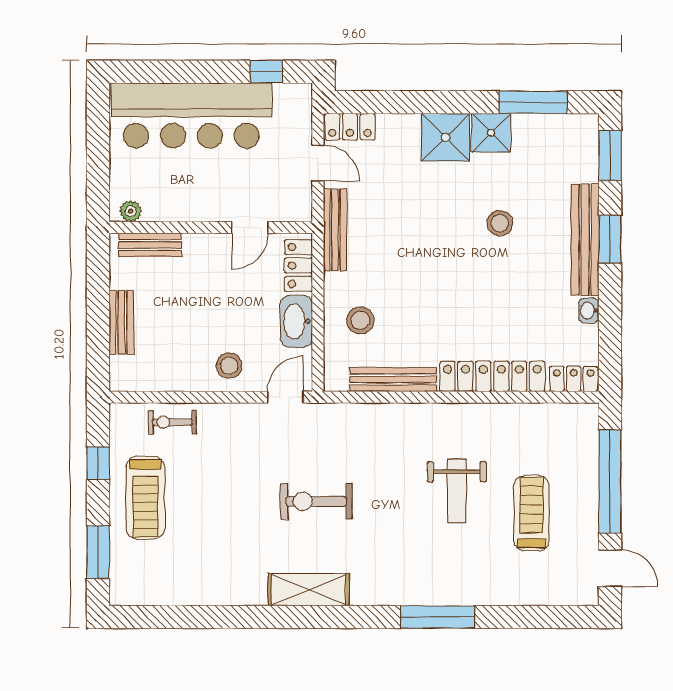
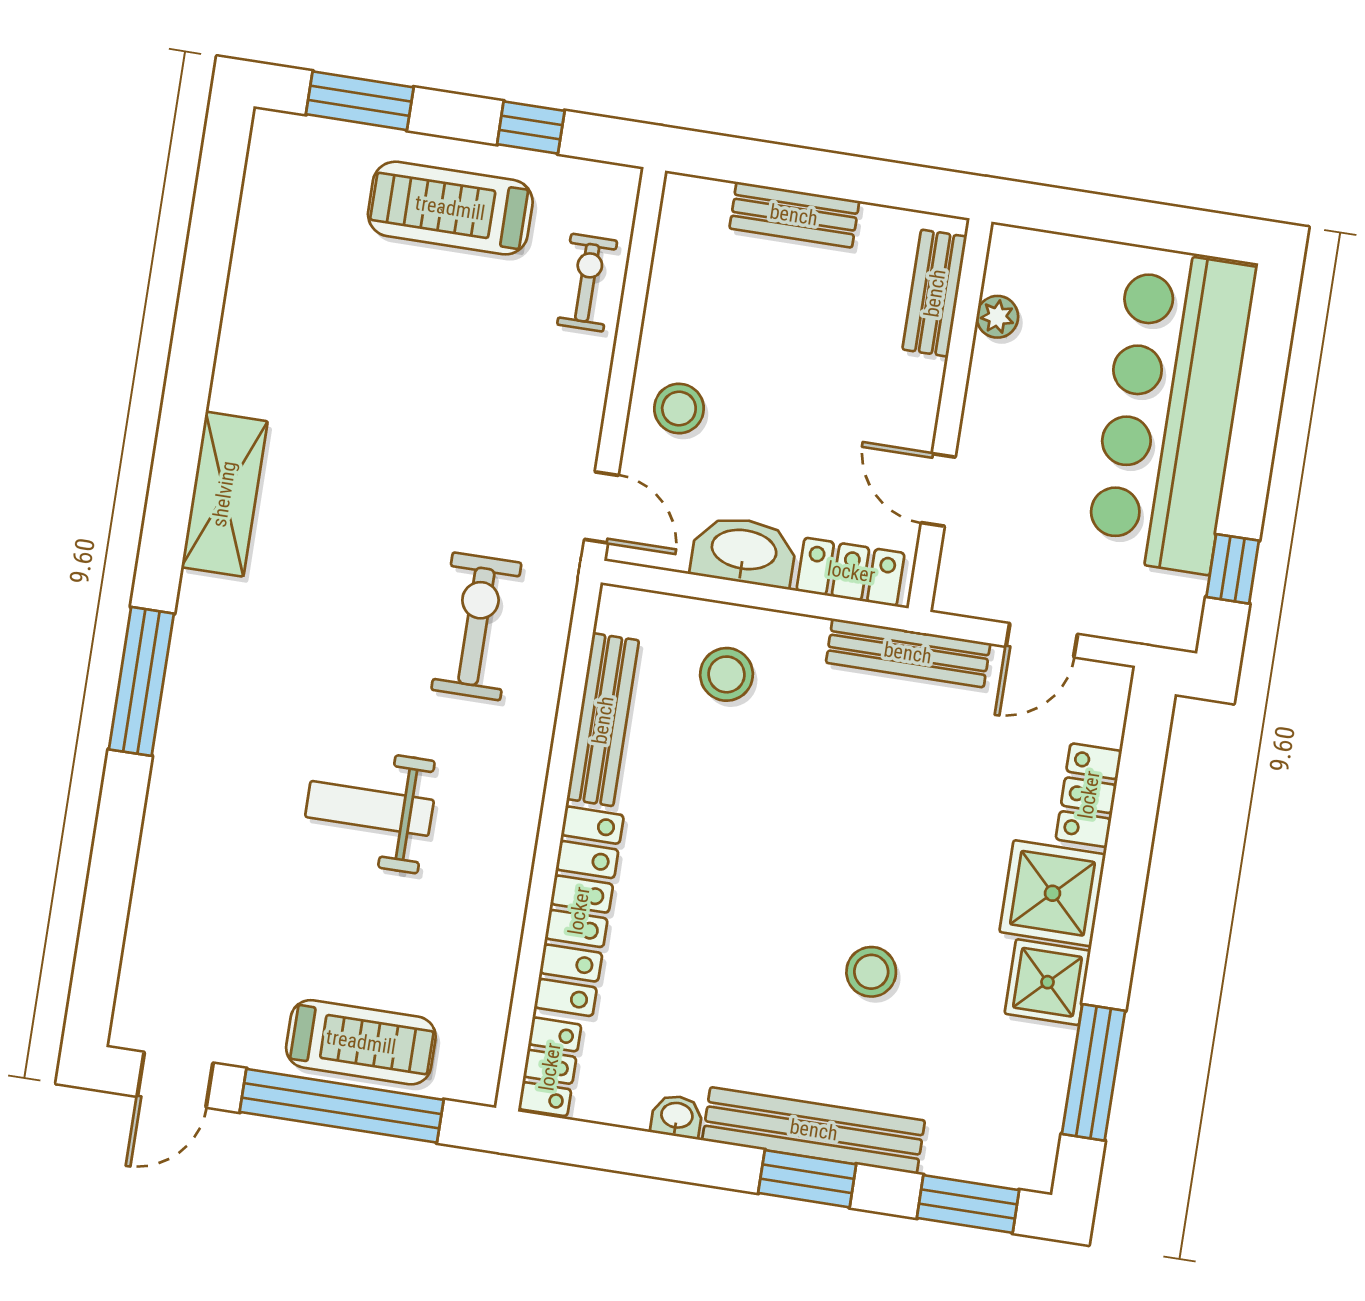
locker: (350, 127) -> (1089, 795), moved
plant: (131, 211) -> (997, 317), moved
exercise bike: (316, 501) -> (476, 626), moved
treadmill: (531, 513) -> (361, 1042), moved
window: (438, 617) -> (141, 681), moved

